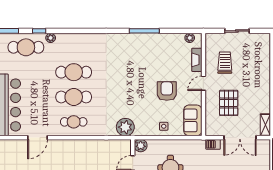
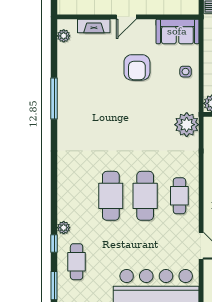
cafe table: (26, 47) -> (77, 262), width x0.73, depth x0.74
door: (203, 83) -> (126, 17), hinge flipped
armchair: (167, 91) -> (137, 67), turned -90

